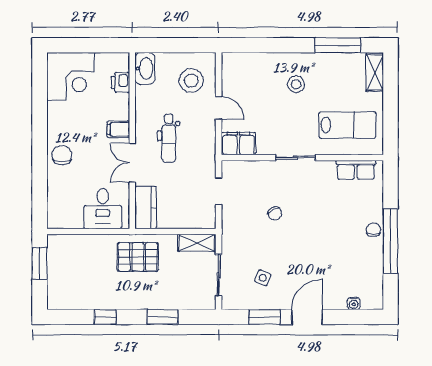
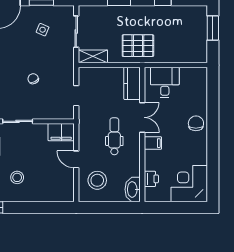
chair: (62, 155) -> (196, 123), turned 180
window: (40, 263) -> (213, 28), moved

